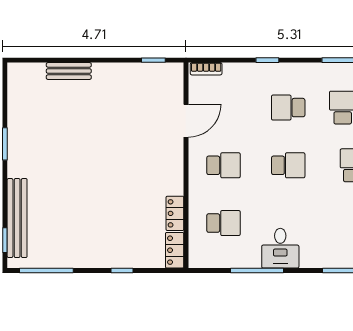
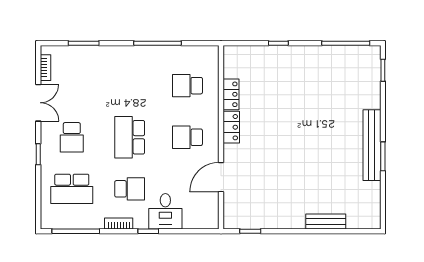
bookcase: (206, 69) -> (119, 224), moved
school desk: (288, 165) -> (130, 137), width x1.85
bench: (17, 218) -> (372, 145), moved
desk: (280, 248) -> (165, 211), moved, turned 180
locker: (175, 250) -> (231, 127), moved

